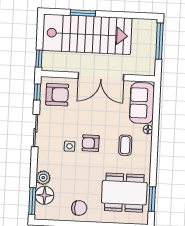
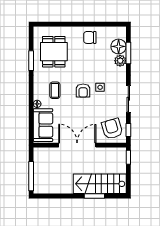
stairs: (87, 34) -> (100, 184), width x0.73, depth x0.66
armchair: (57, 95) -> (112, 129), turned 74
armchair: (91, 143) -> (83, 91), turned 90
dining table: (124, 193) -> (54, 52), width x0.73
window: (152, 199) -> (31, 61), moved
window: (32, 201) -> (128, 53), moved

